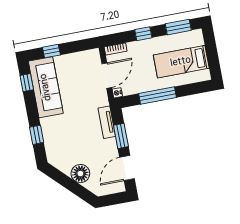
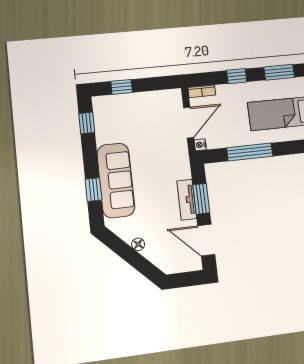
sofa: (46, 87) -> (116, 180), moved
tv unit: (107, 122) -> (187, 200), moved
door: (127, 168) -> (206, 240), hinge flipped
floor lamp: (80, 174) -> (138, 244), width x0.53, depth x0.53

